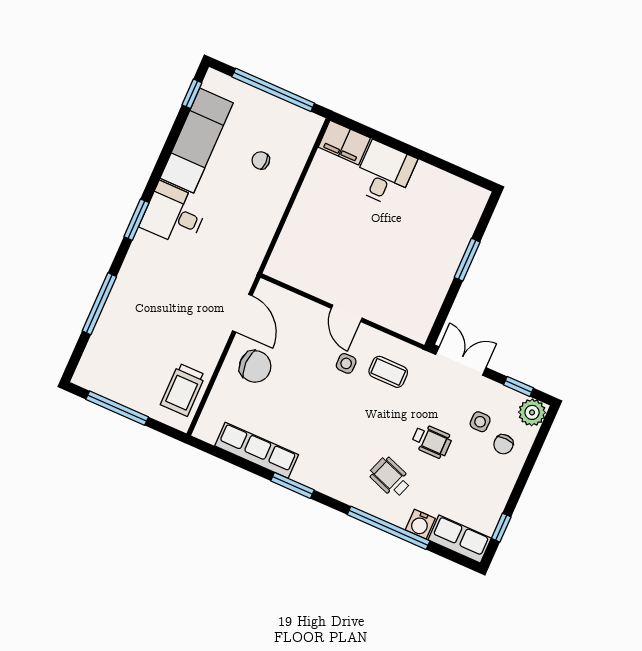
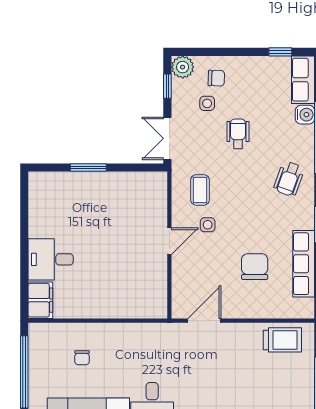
chair: (255, 366) -> (255, 267), moved
wheelchair: (390, 477) -> (289, 179), moved

